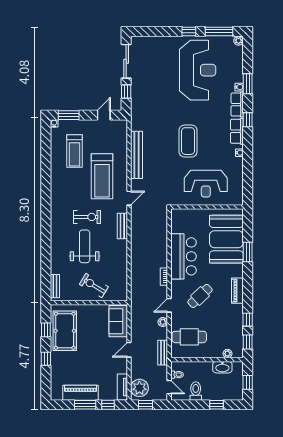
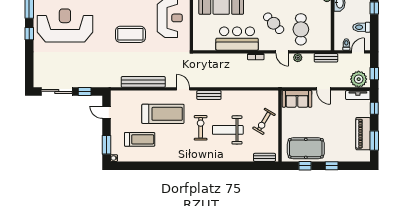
cafe table: (189, 337) -> (301, 29), moved
window: (85, 405) -> (374, 141), moved

